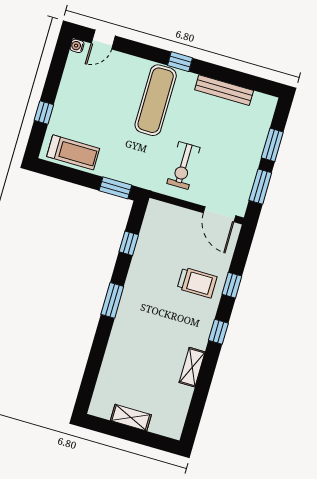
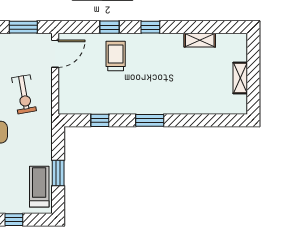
exercise bike: (183, 165) -> (24, 94), turned 80
window: (115, 188) -> (58, 173), moved
shelving: (192, 367) -> (200, 40), moved

